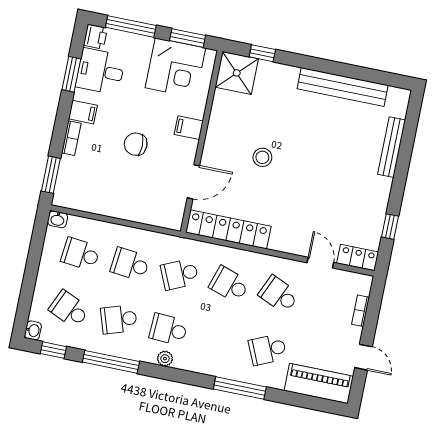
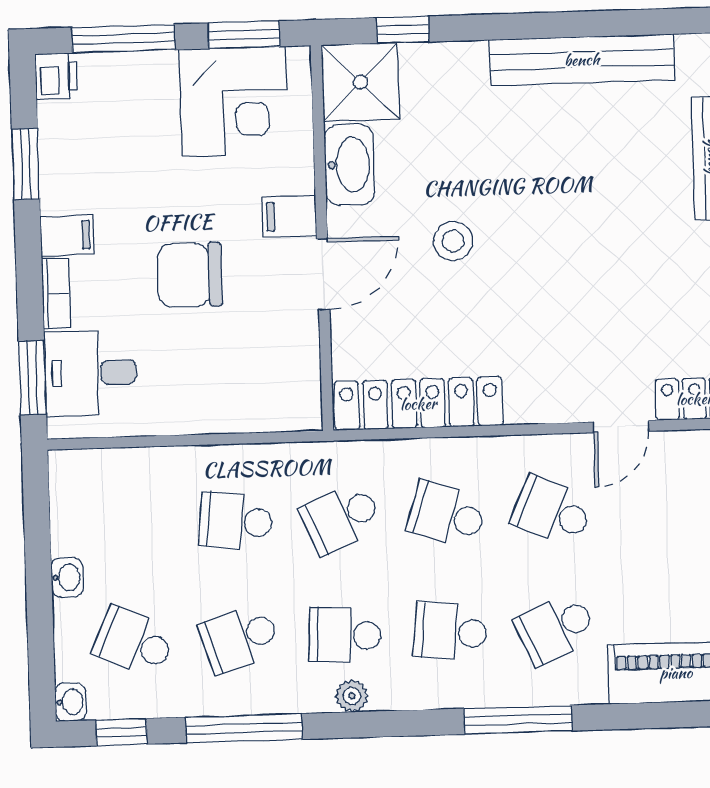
desk: (100, 71) -> (90, 373), moved
washbasin: (222, 110) -> (350, 165), added
chair: (136, 144) -> (190, 275), width x1.37, depth x1.37
door: (193, 182) -> (323, 274), moved
washbasin: (58, 219) -> (67, 577), moved, turned -90
school desk: (80, 254) -> (450, 632), moved
door: (320, 263) -> (621, 427), swing flipped

